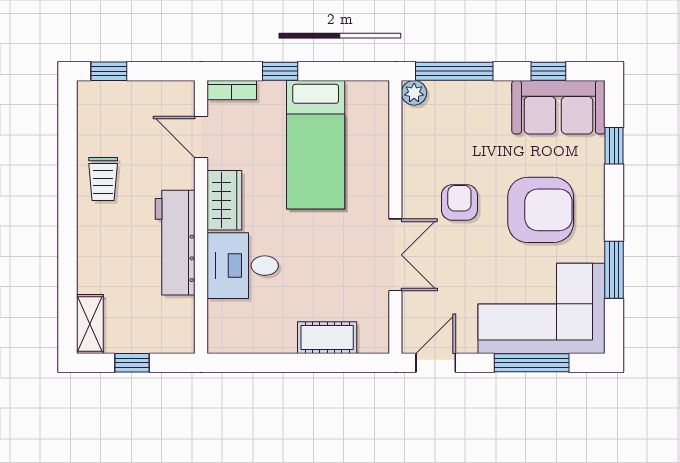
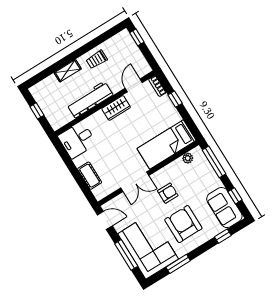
plant: (414, 93) -> (188, 158), moved
bed: (316, 145) -> (167, 144), moved
armchair: (541, 210) -> (183, 224), turned 180
desk: (243, 266) -> (77, 140), moved, turned -90
shelving: (90, 324) -> (68, 71), moved

